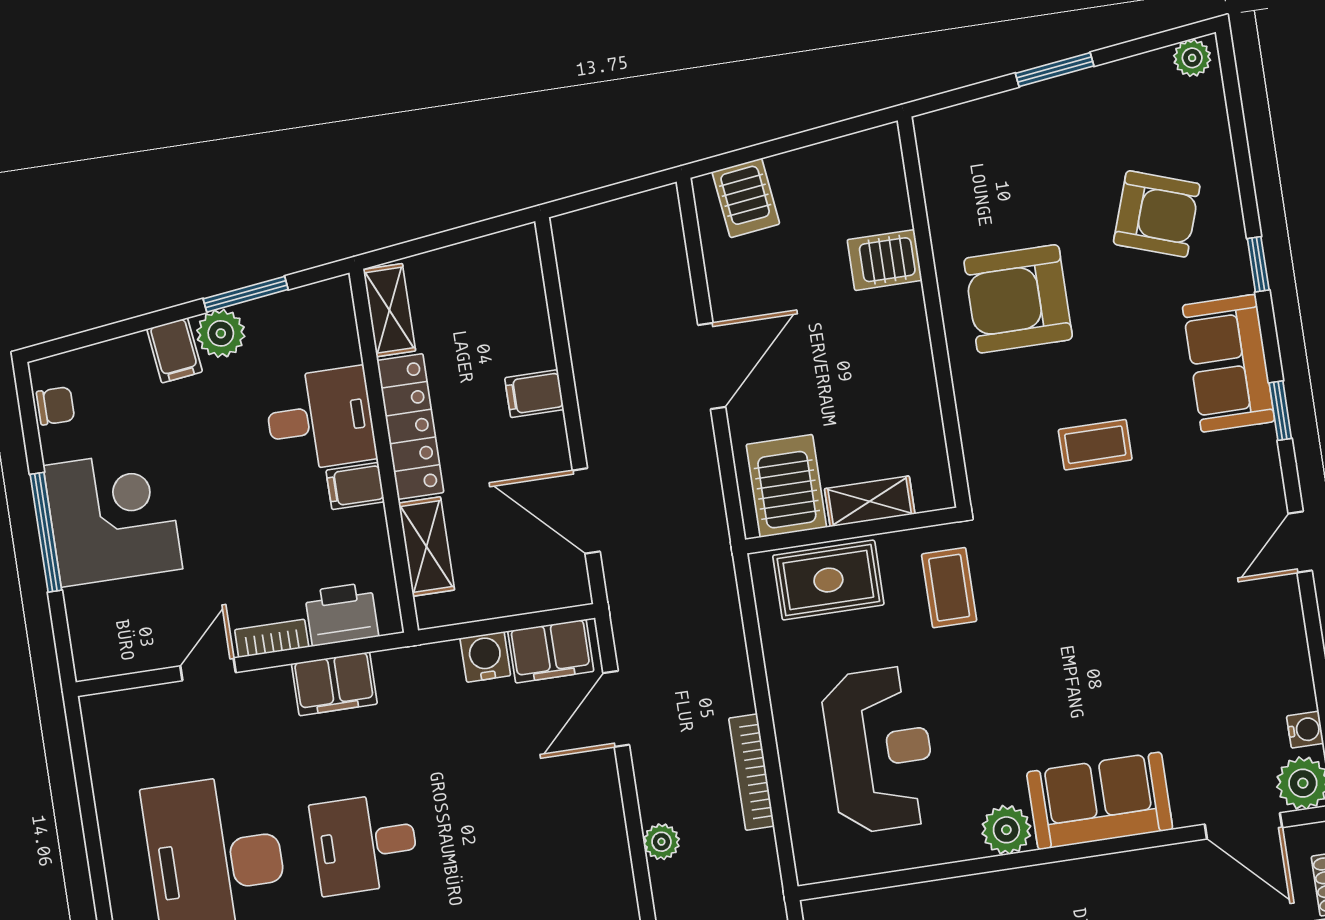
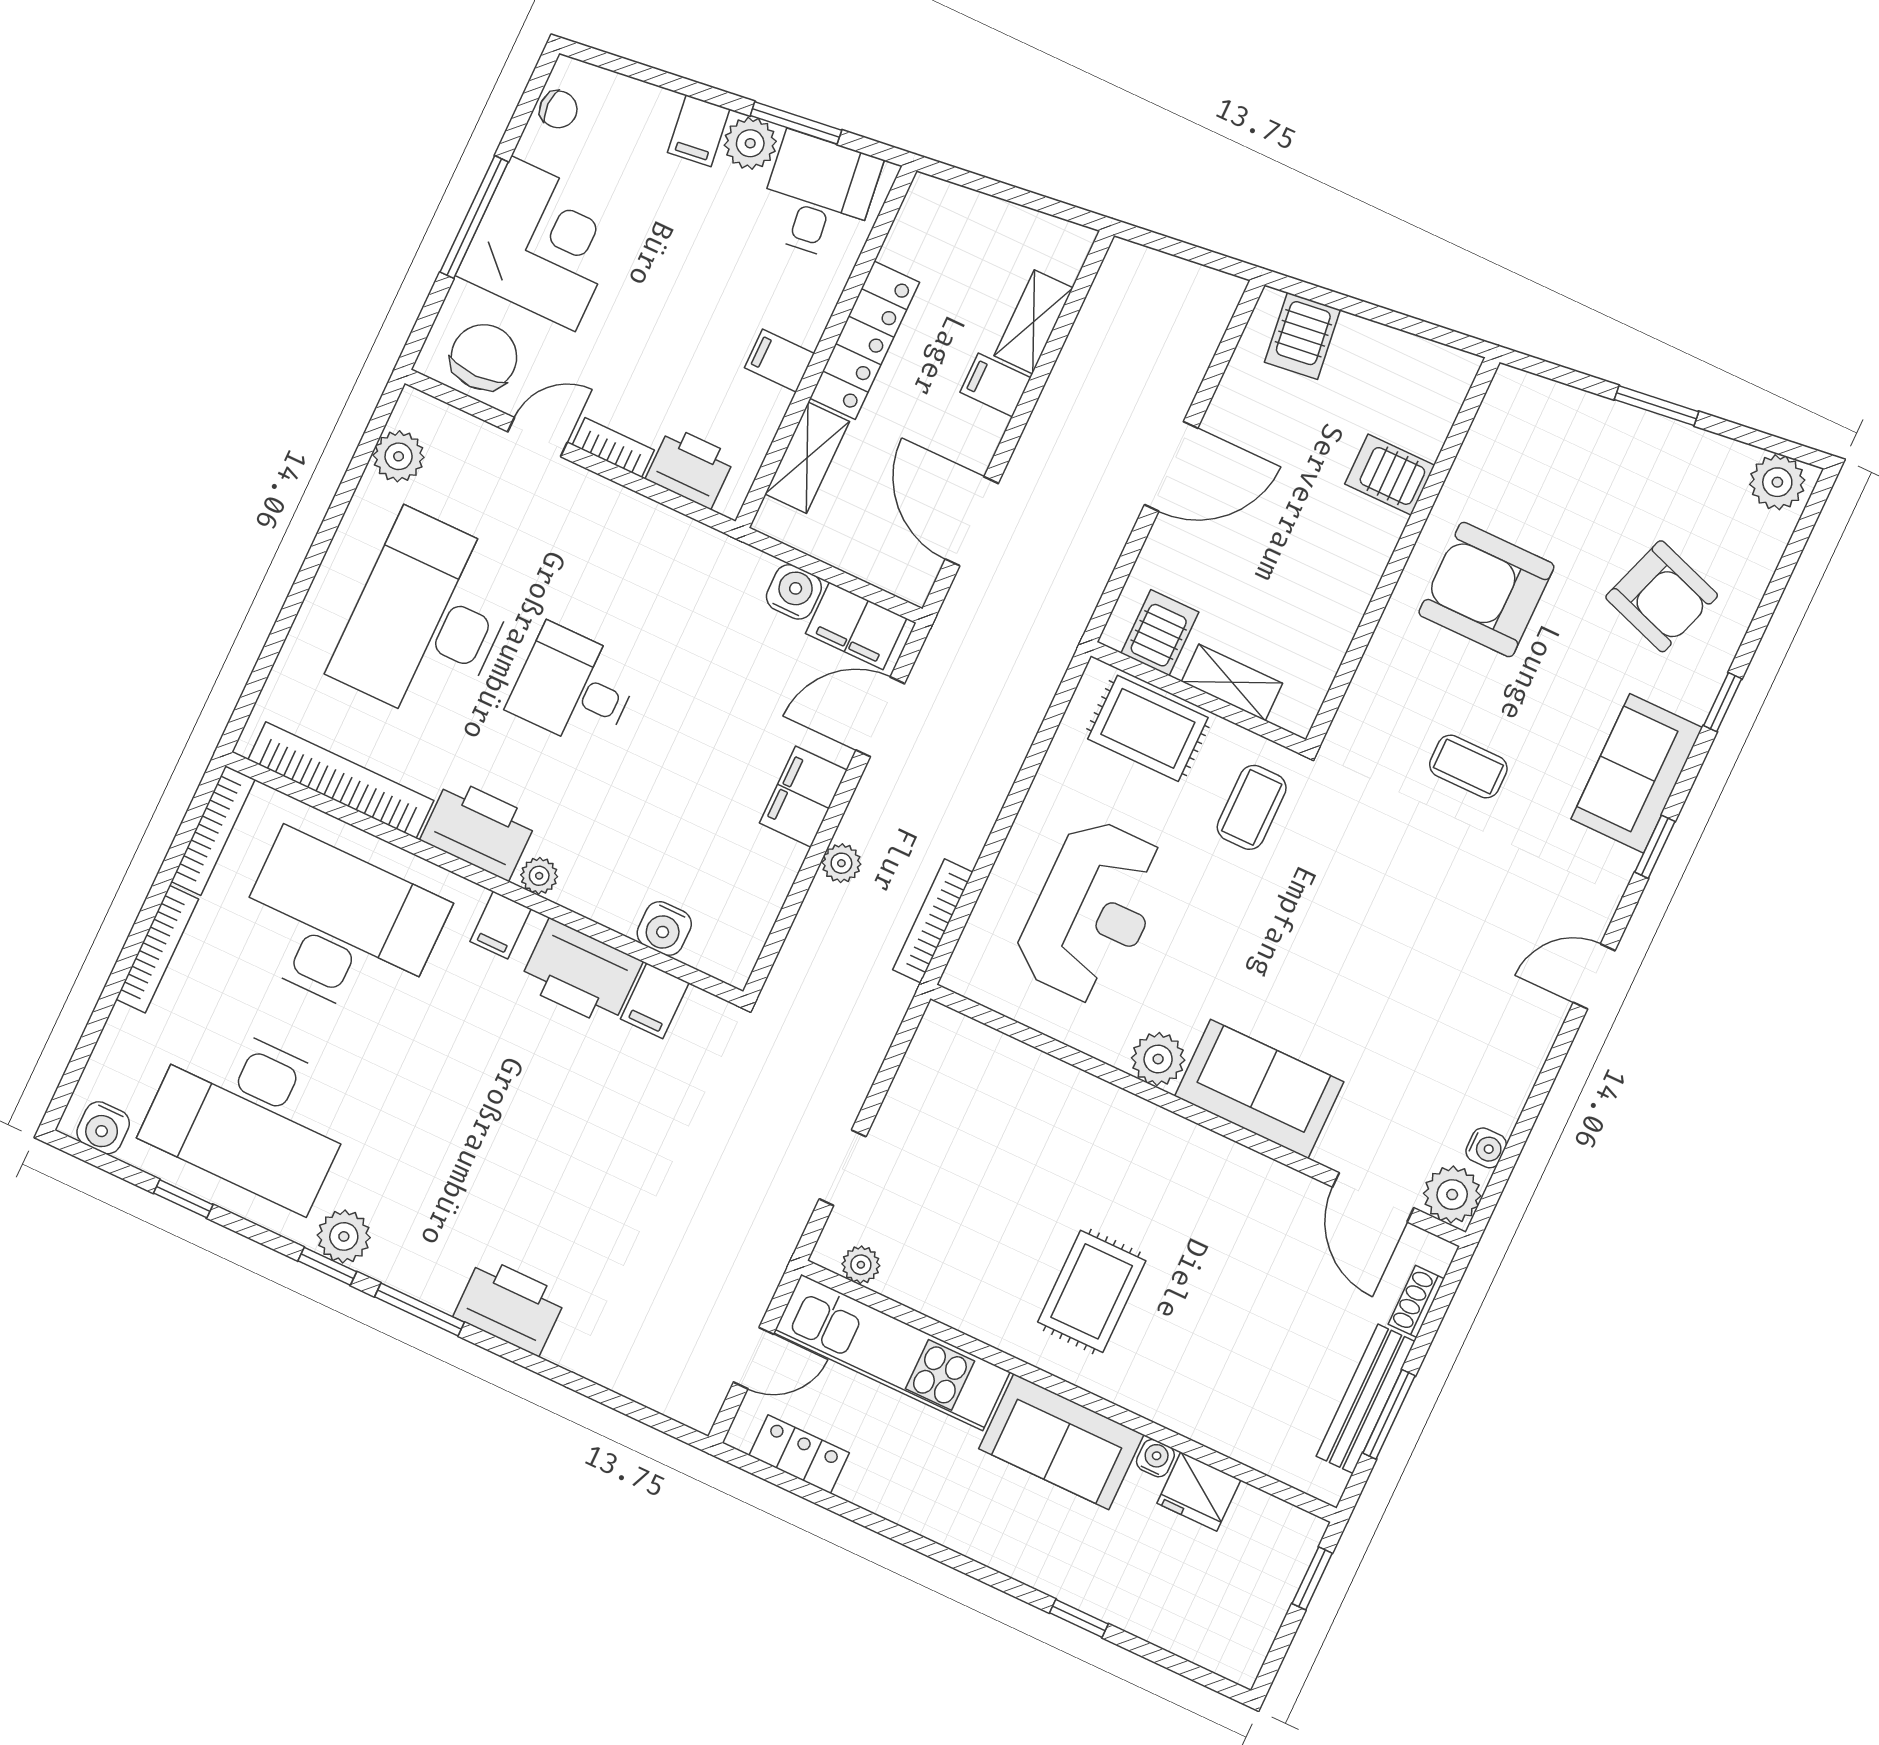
plant: (1192, 58) -> (1777, 482), width x1.38, depth x1.38
shelving: (389, 310) -> (1033, 322), moved
desk: (320, 419) -> (818, 196), moved, turned -97
server rack: (786, 486) -> (1160, 633), width x0.73, depth x0.70
chair: (125, 635) -> (484, 357), added
filing cabinet: (334, 684) -> (803, 797), moved, turned 90
plant: (111, 756) -> (399, 456), added
bookcase: (751, 772) -> (933, 921), moved

